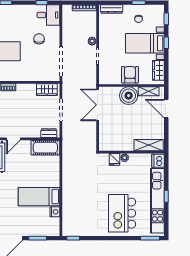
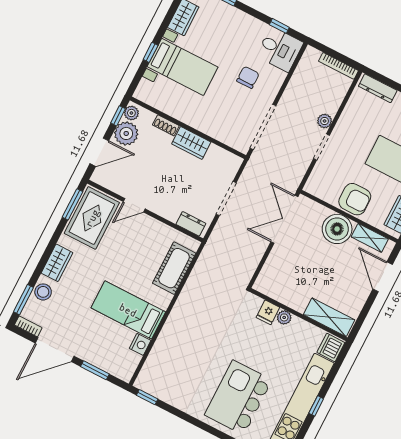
armchair: (130, 75) -> (355, 199), turned 90
wardrobe: (47, 90) -> (191, 143), moved
cot: (45, 148) -> (174, 268), moved, turned 90

